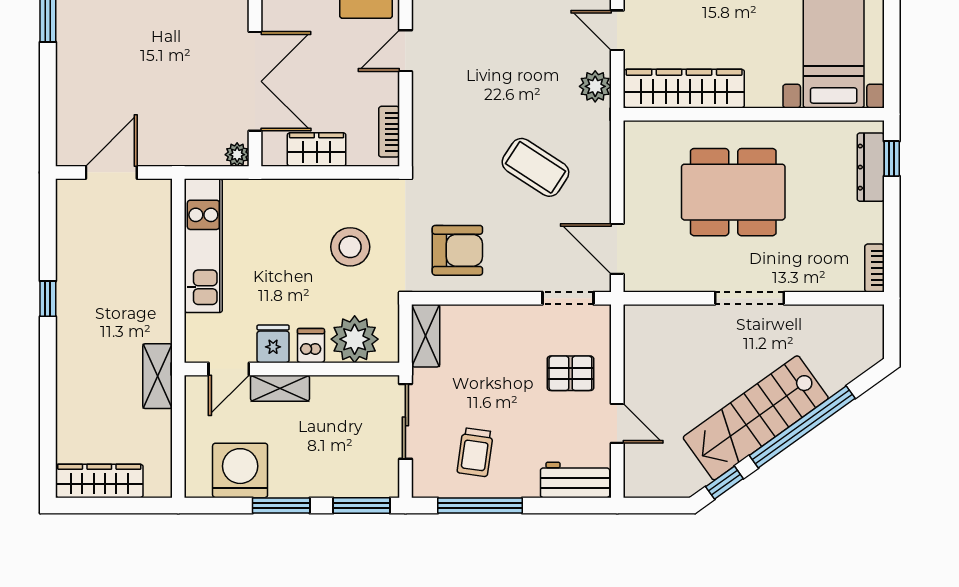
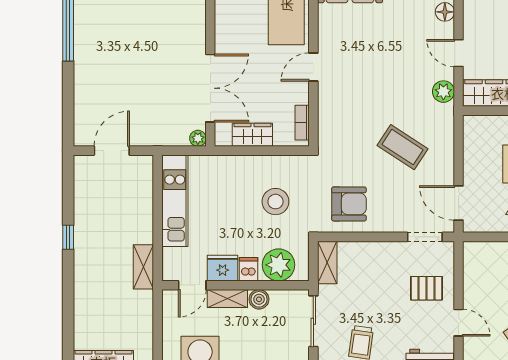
fridge: (273, 344) -> (223, 268), width x1.38
shelving: (158, 376) -> (143, 267), moved
boiler: (326, 389) -> (259, 299), added

